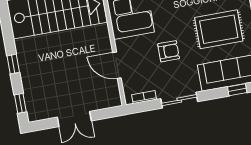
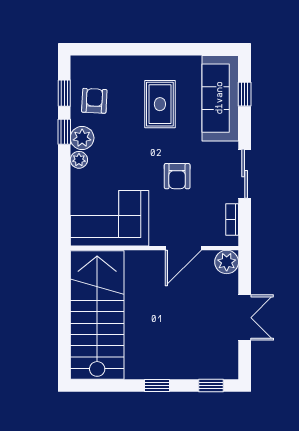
rug: (219, 29) -> (160, 104), width x0.73, depth x0.70
armchair: (169, 51) -> (177, 176), turned 180
plant: (112, 99) -> (227, 262), added

